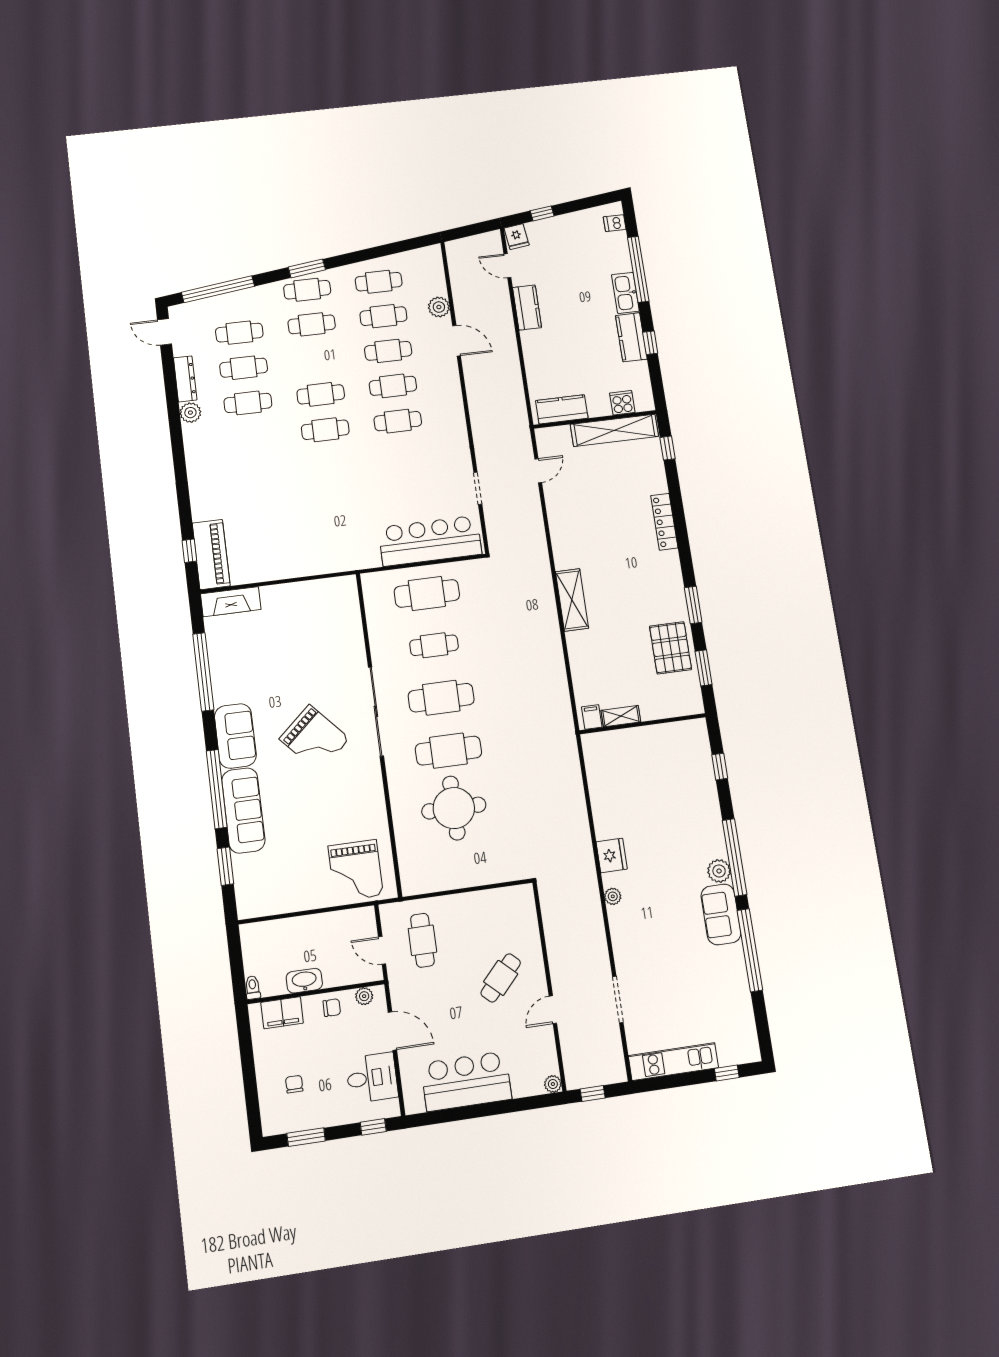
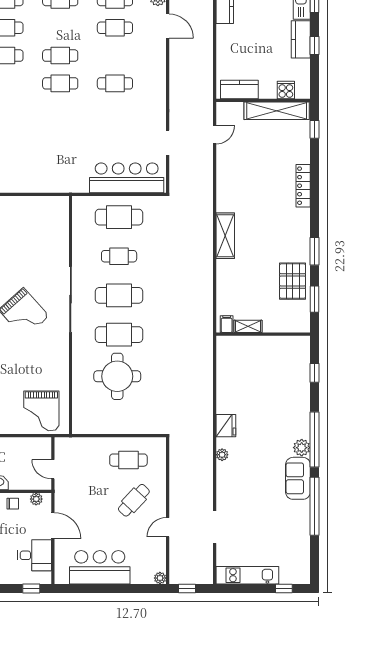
cafe table: (393, 386) -> (115, 56), removed
cafe table: (422, 940) -> (128, 460), moved, turned 90

